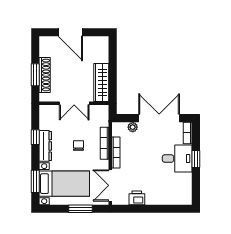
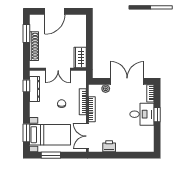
door: (70, 32) -> (55, 11), hinge flipped
window: (35, 75) -> (26, 33), moved
wardrobe: (101, 82) -> (80, 57), width x0.67
window: (35, 137) -> (26, 86), moved
dresser: (45, 146) -> (34, 89), moved
window: (81, 209) -> (51, 155), moved

